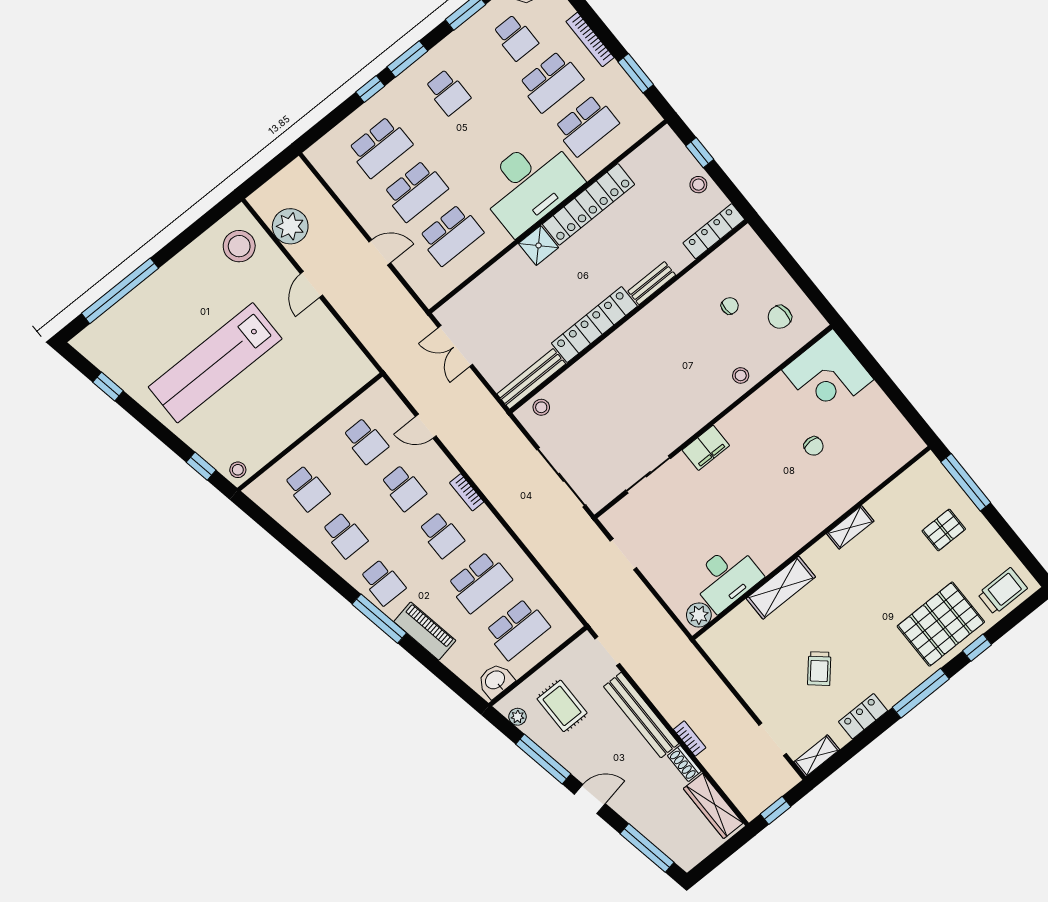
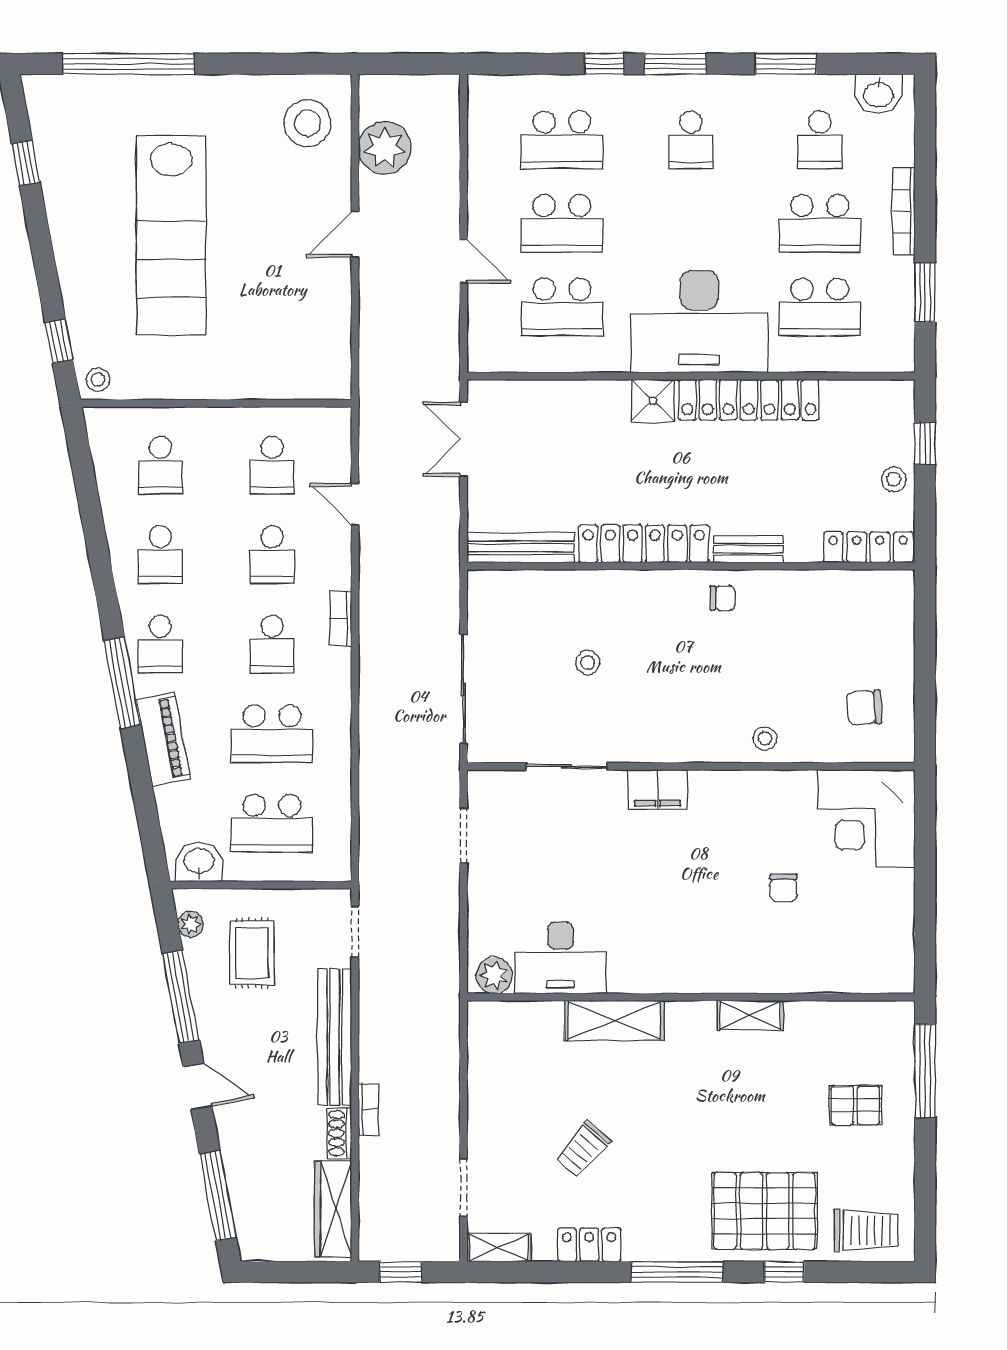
chair: (730, 306) -> (723, 598), moved
lab bench: (215, 363) -> (171, 235), turned -90
stool: (541, 407) -> (588, 663), moved

